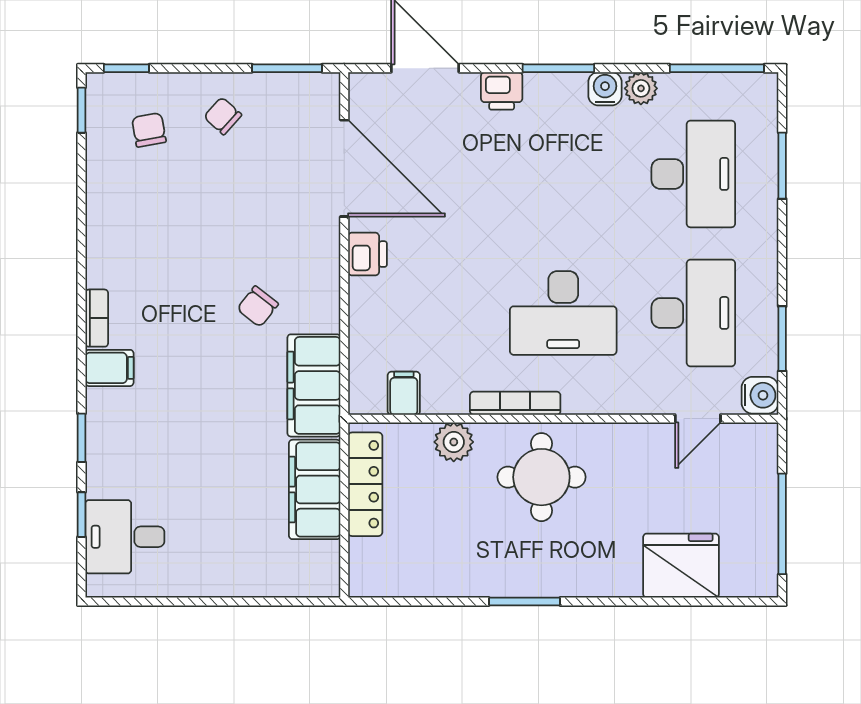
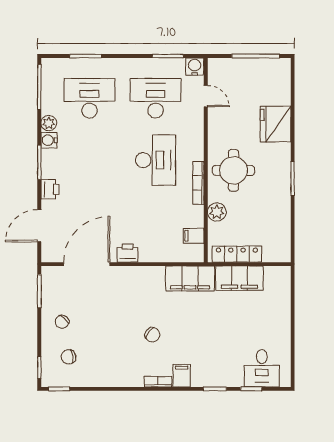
chair: (258, 306) -> (152, 335), moved
fridge: (681, 566) -> (276, 124), moved

